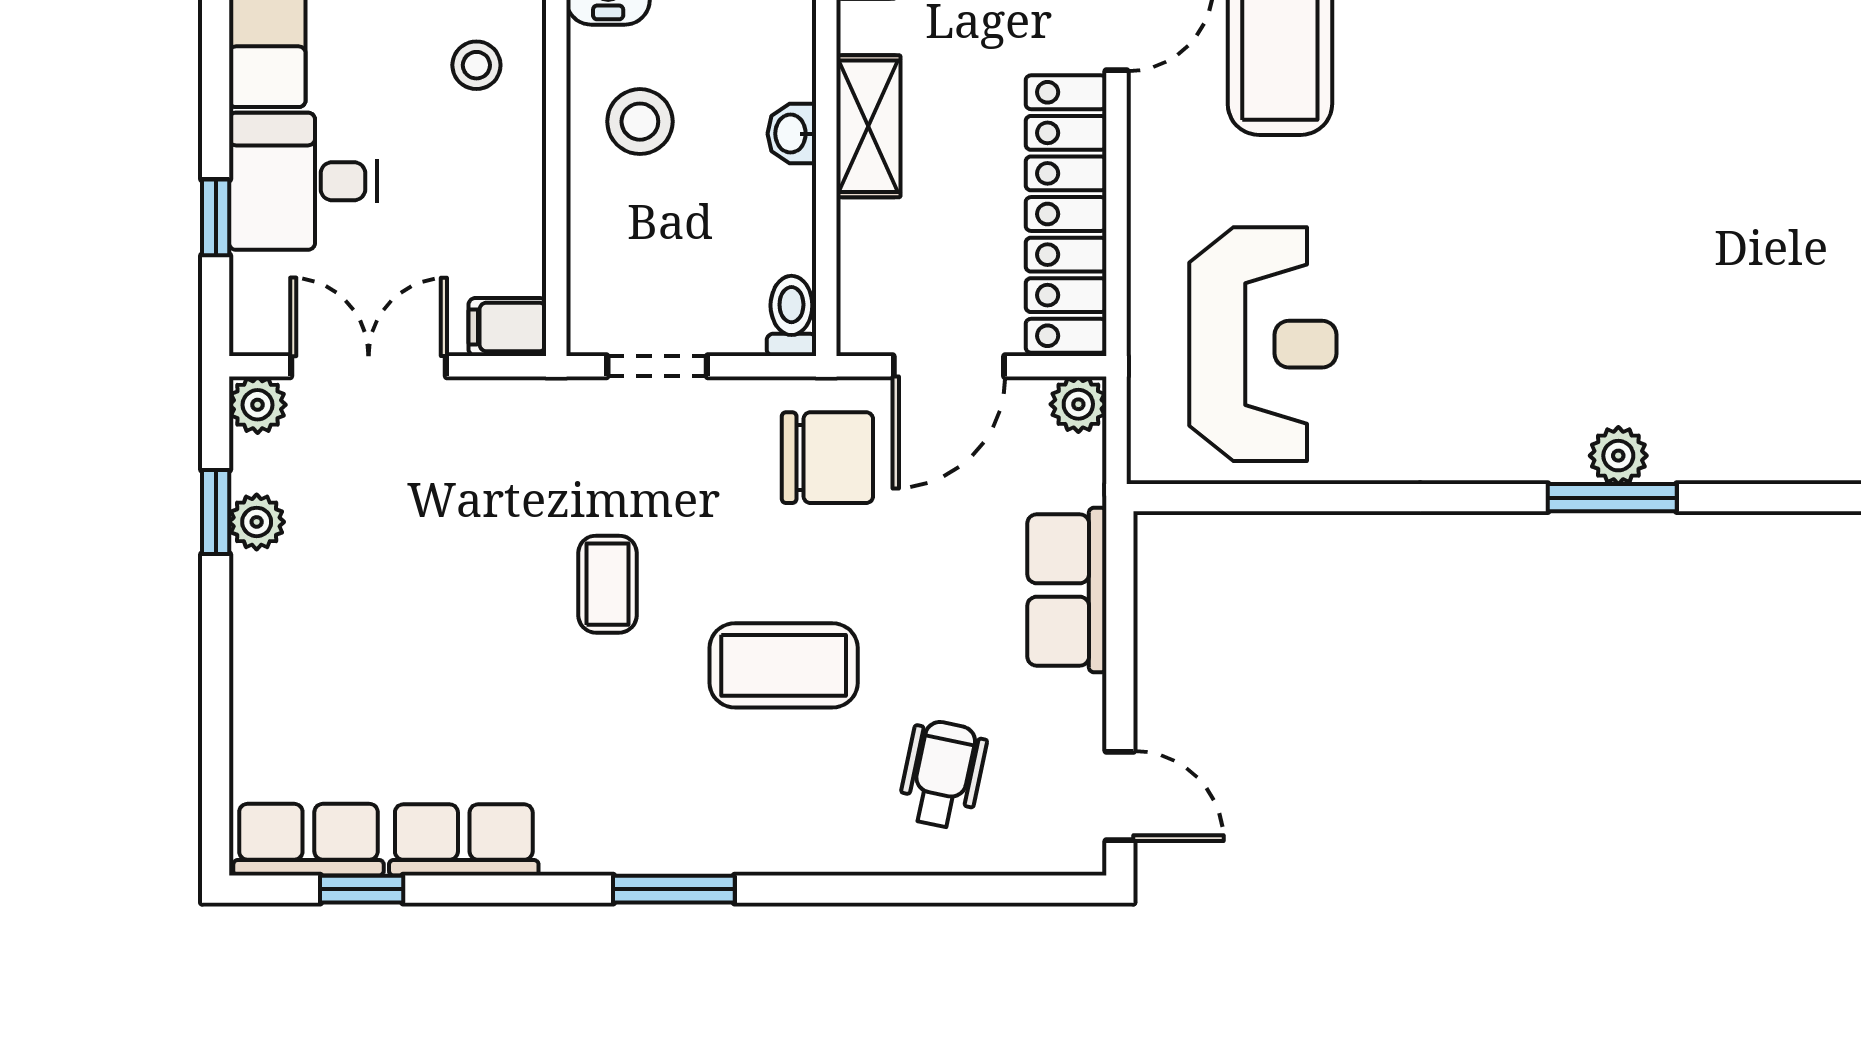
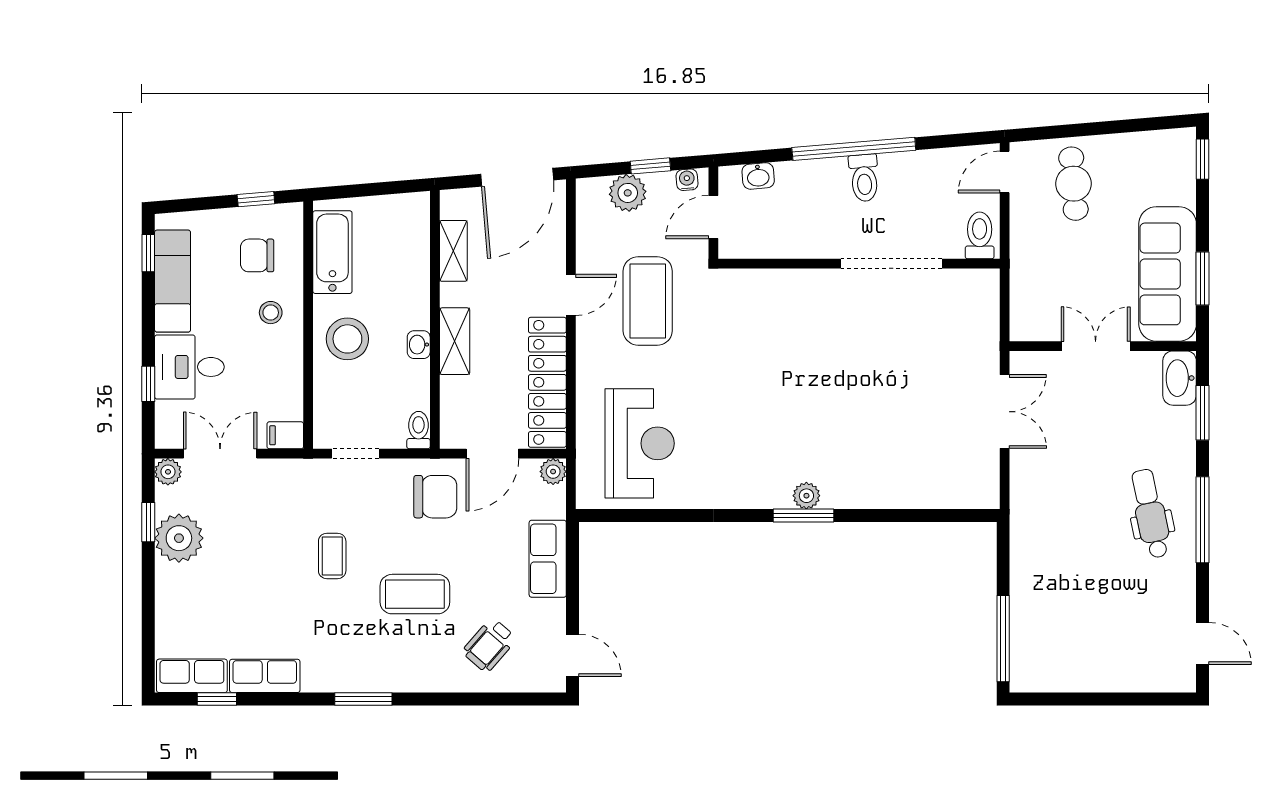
stool: (640, 122) -> (347, 339), width x1.38, depth x1.38
plant: (257, 522) -> (179, 538), width x1.88, depth x1.88
wheelchair: (942, 774) -> (489, 645), turned -151

